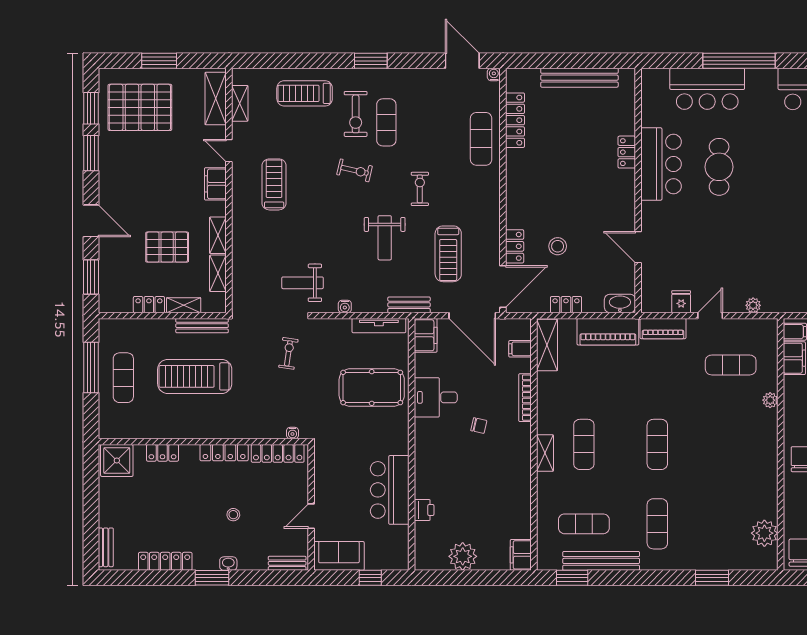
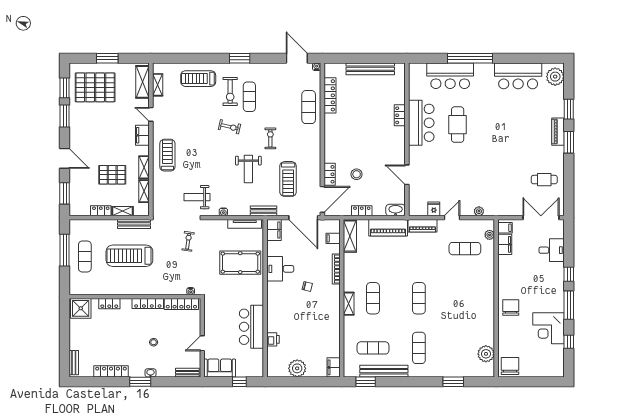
treadmill: (274, 184) -> (167, 155), moved
plant: (770, 400) -> (490, 235), moved

